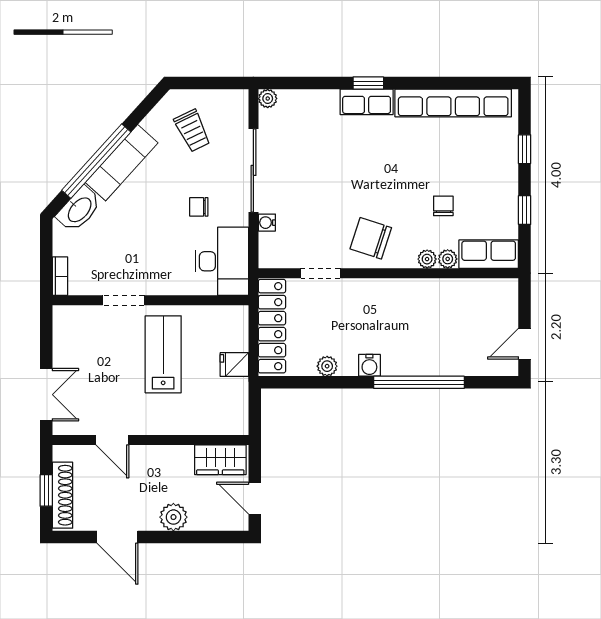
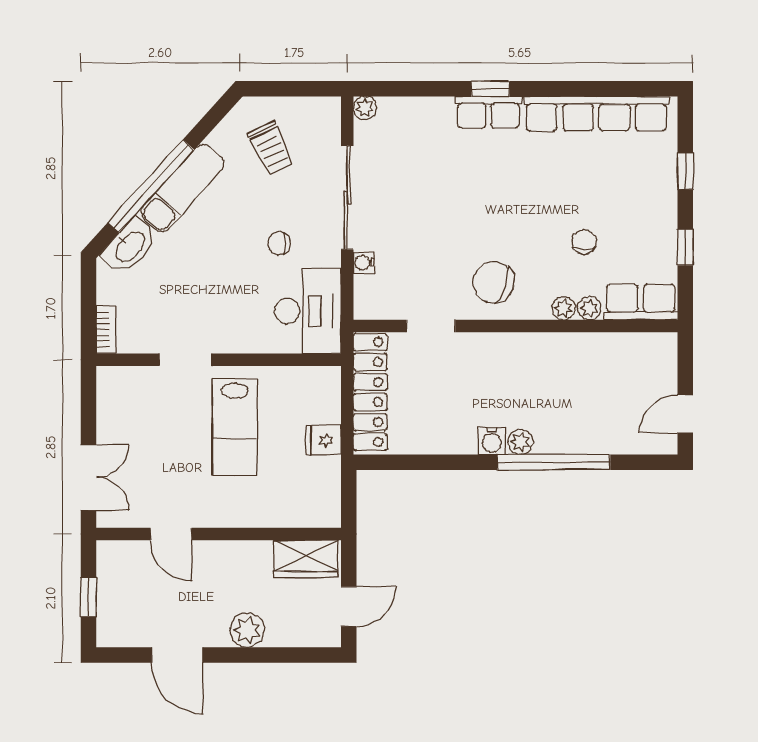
lab bench: (163, 354) -> (234, 427), turned 180
plant: (327, 366) -> (520, 442), moved
shoe rack: (63, 495) -> (109, 603), removed
door: (255, 498) -> (349, 607), swing flipped

